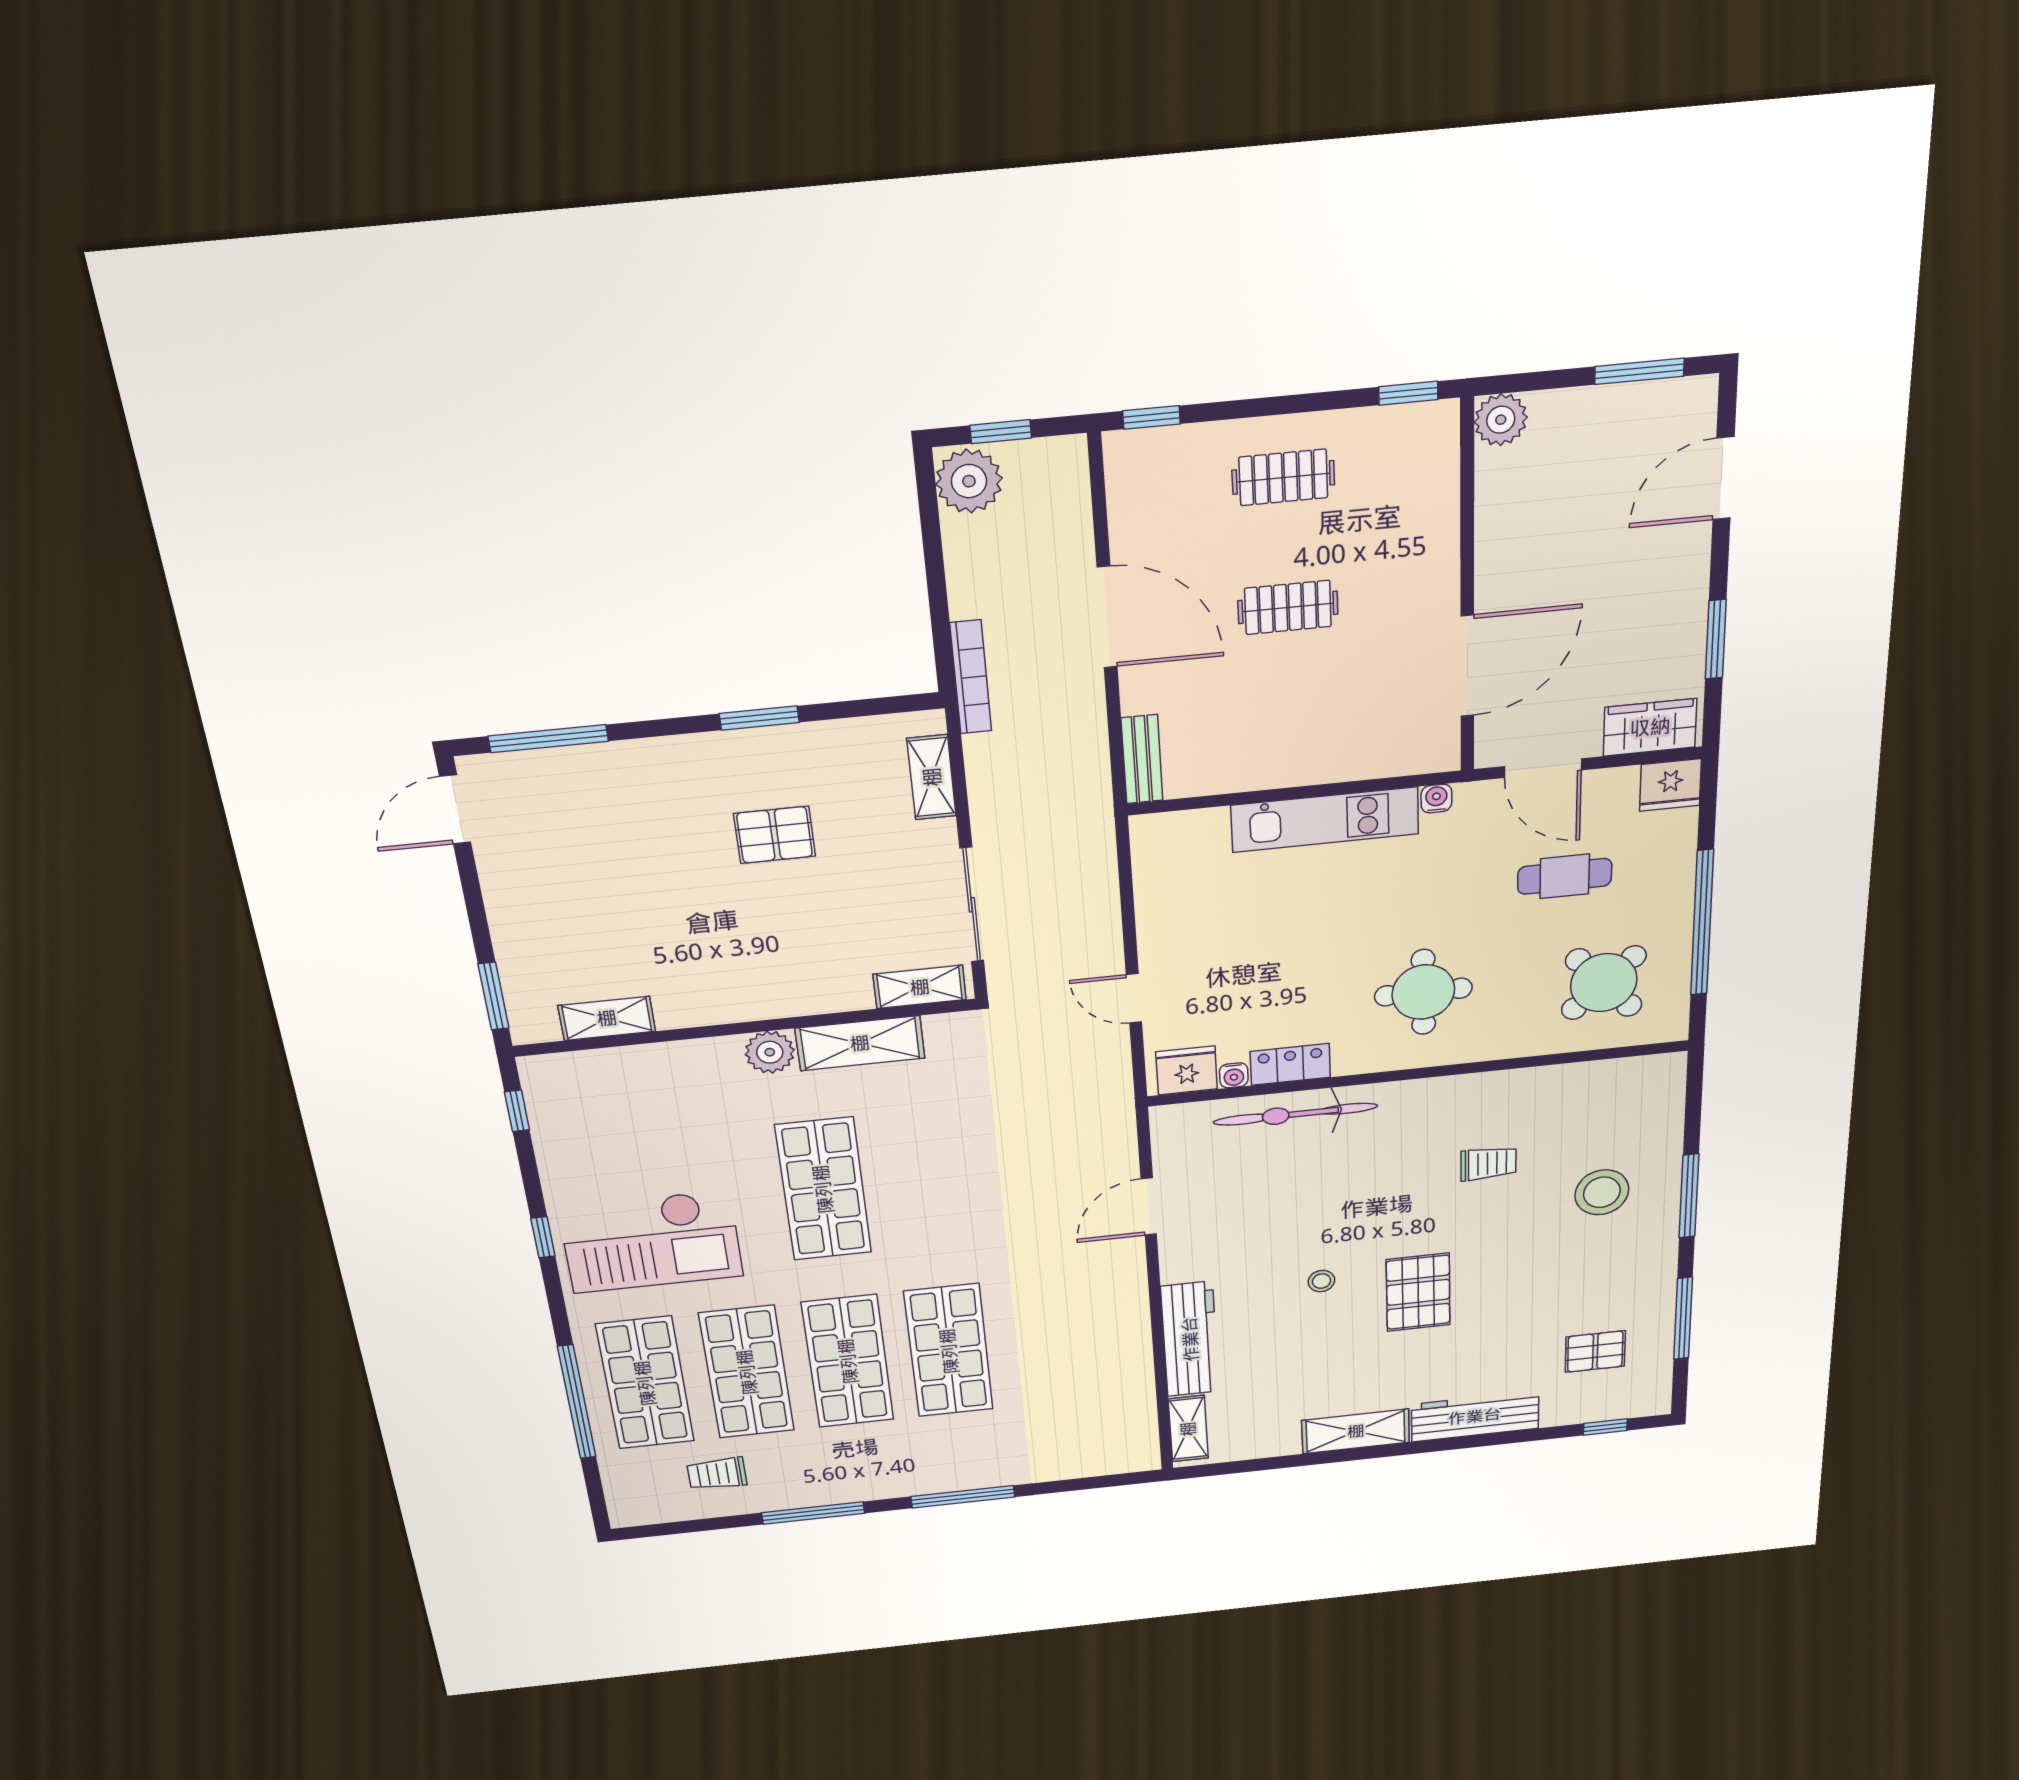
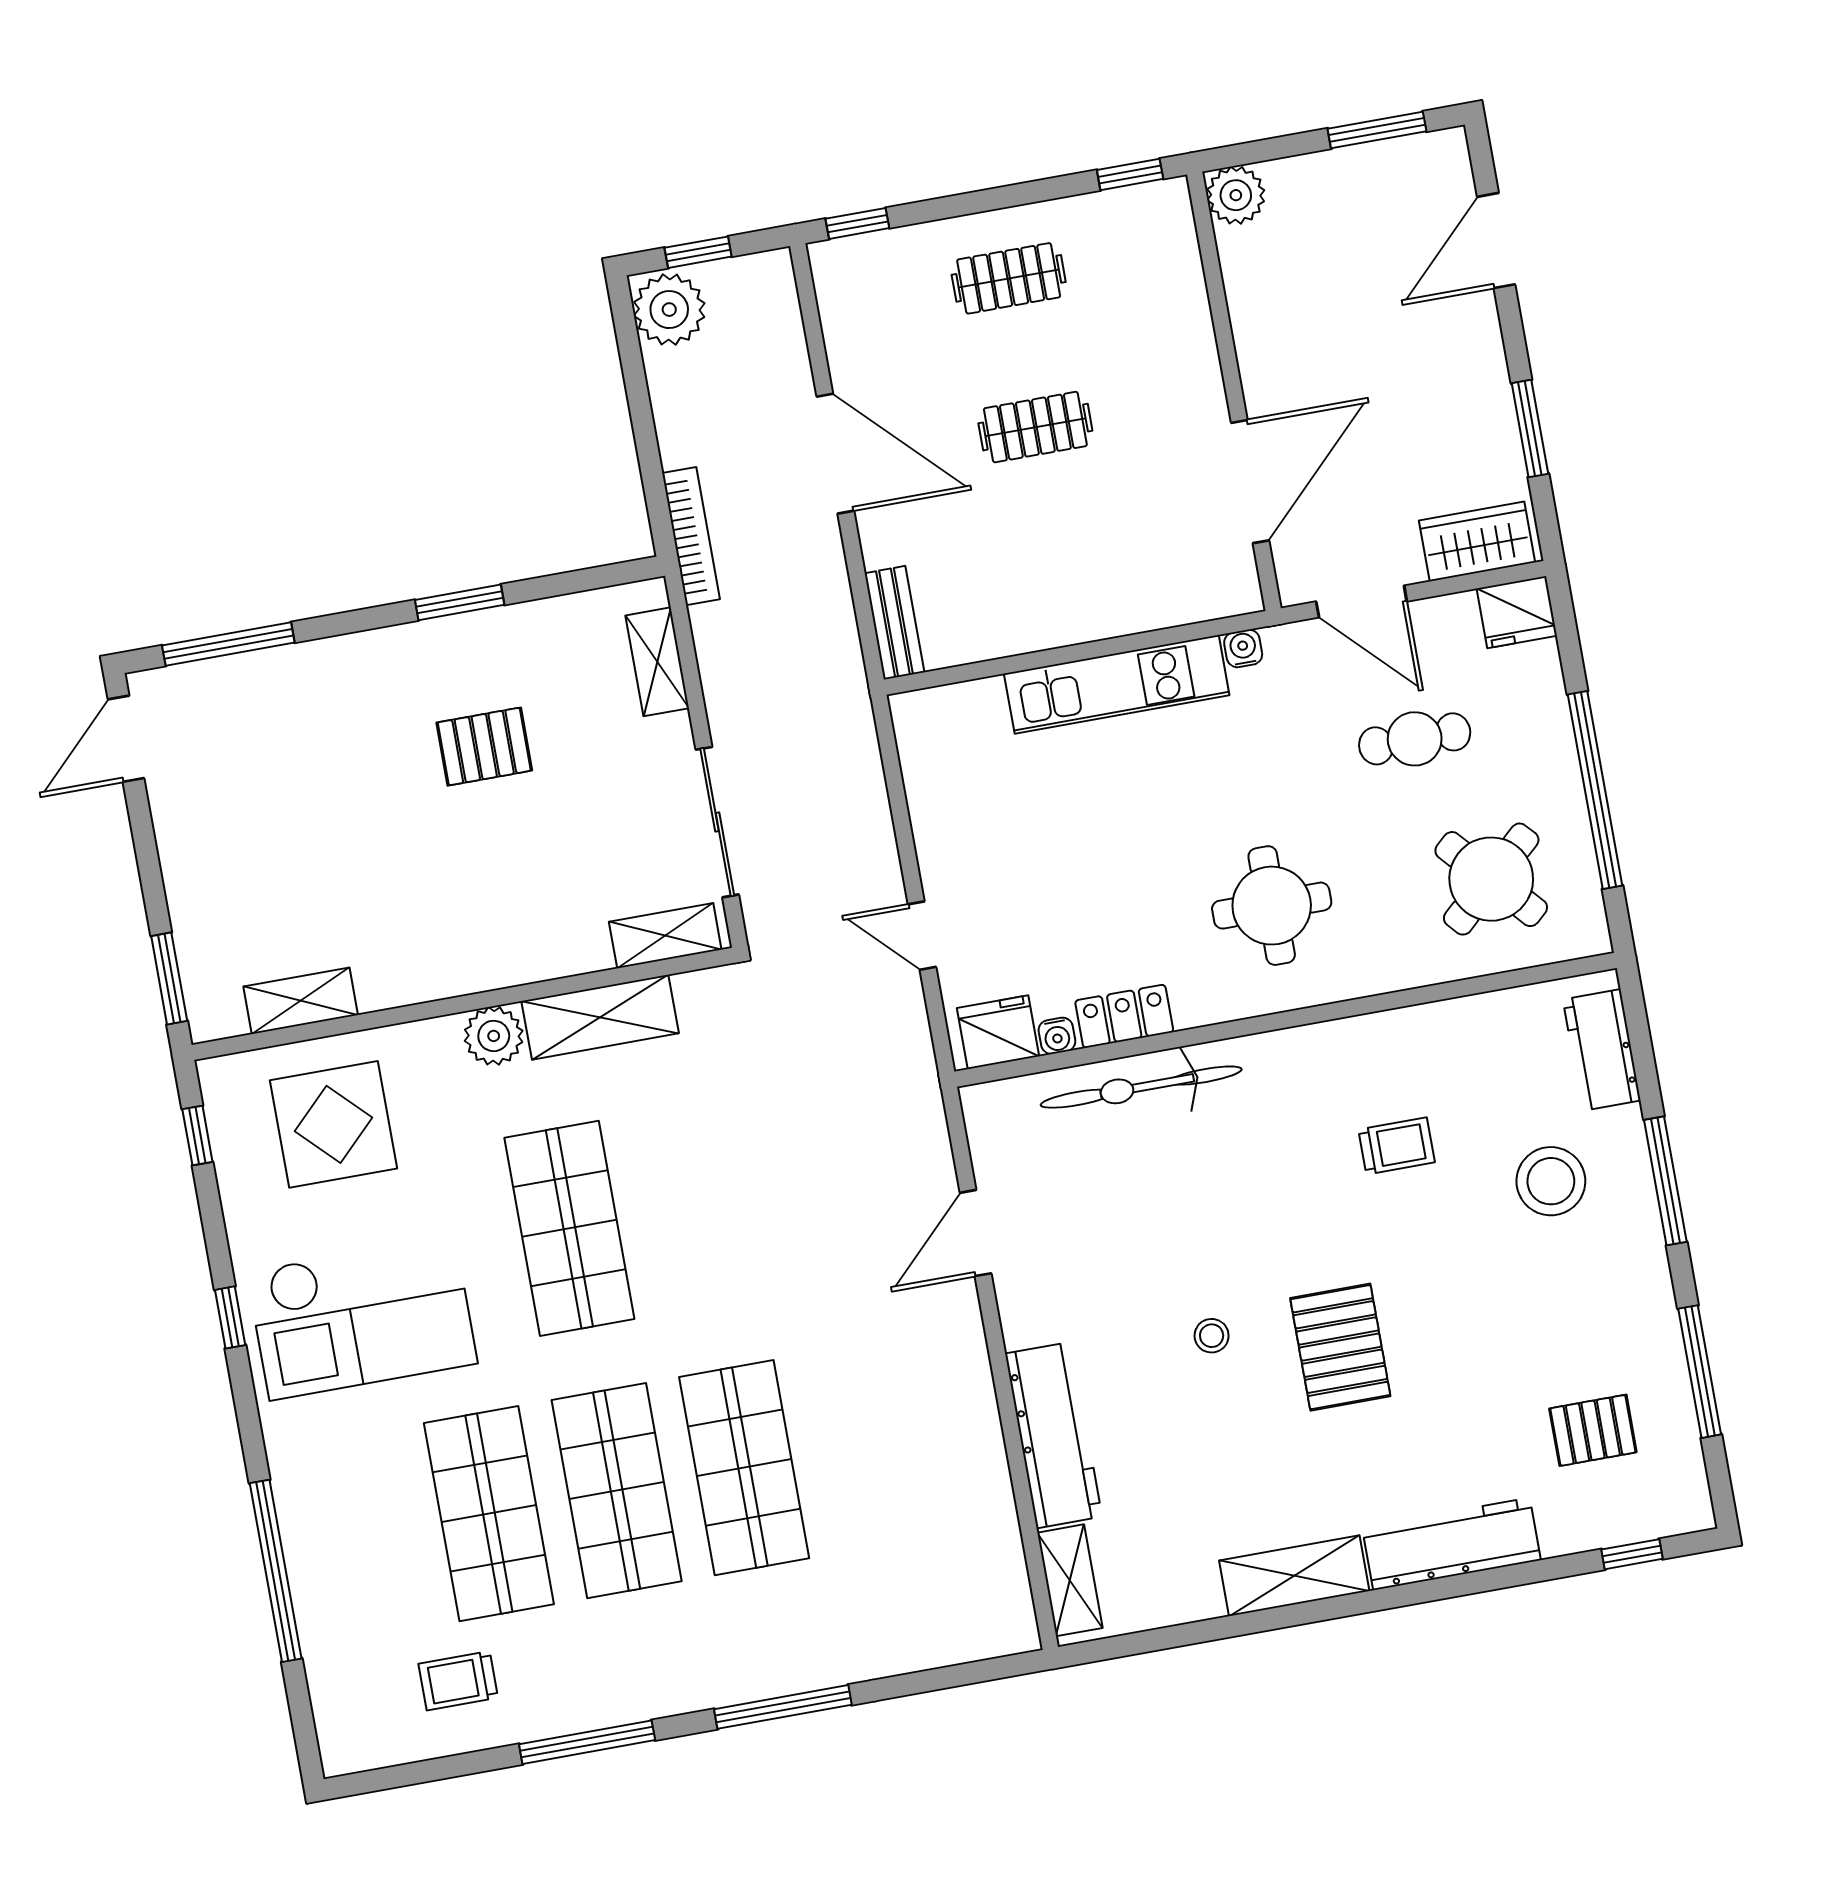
workbench: (1662, 1106) -> (1602, 1050), added
display table: (632, 1108) -> (333, 1124), added
shop shelf: (645, 1383) -> (361, 1537), removed

